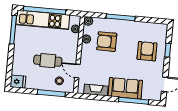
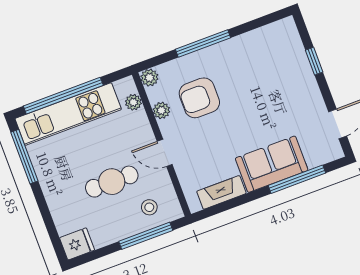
armchair: (147, 51) -> (278, 80), removed
door: (77, 71) -> (165, 153), moved

